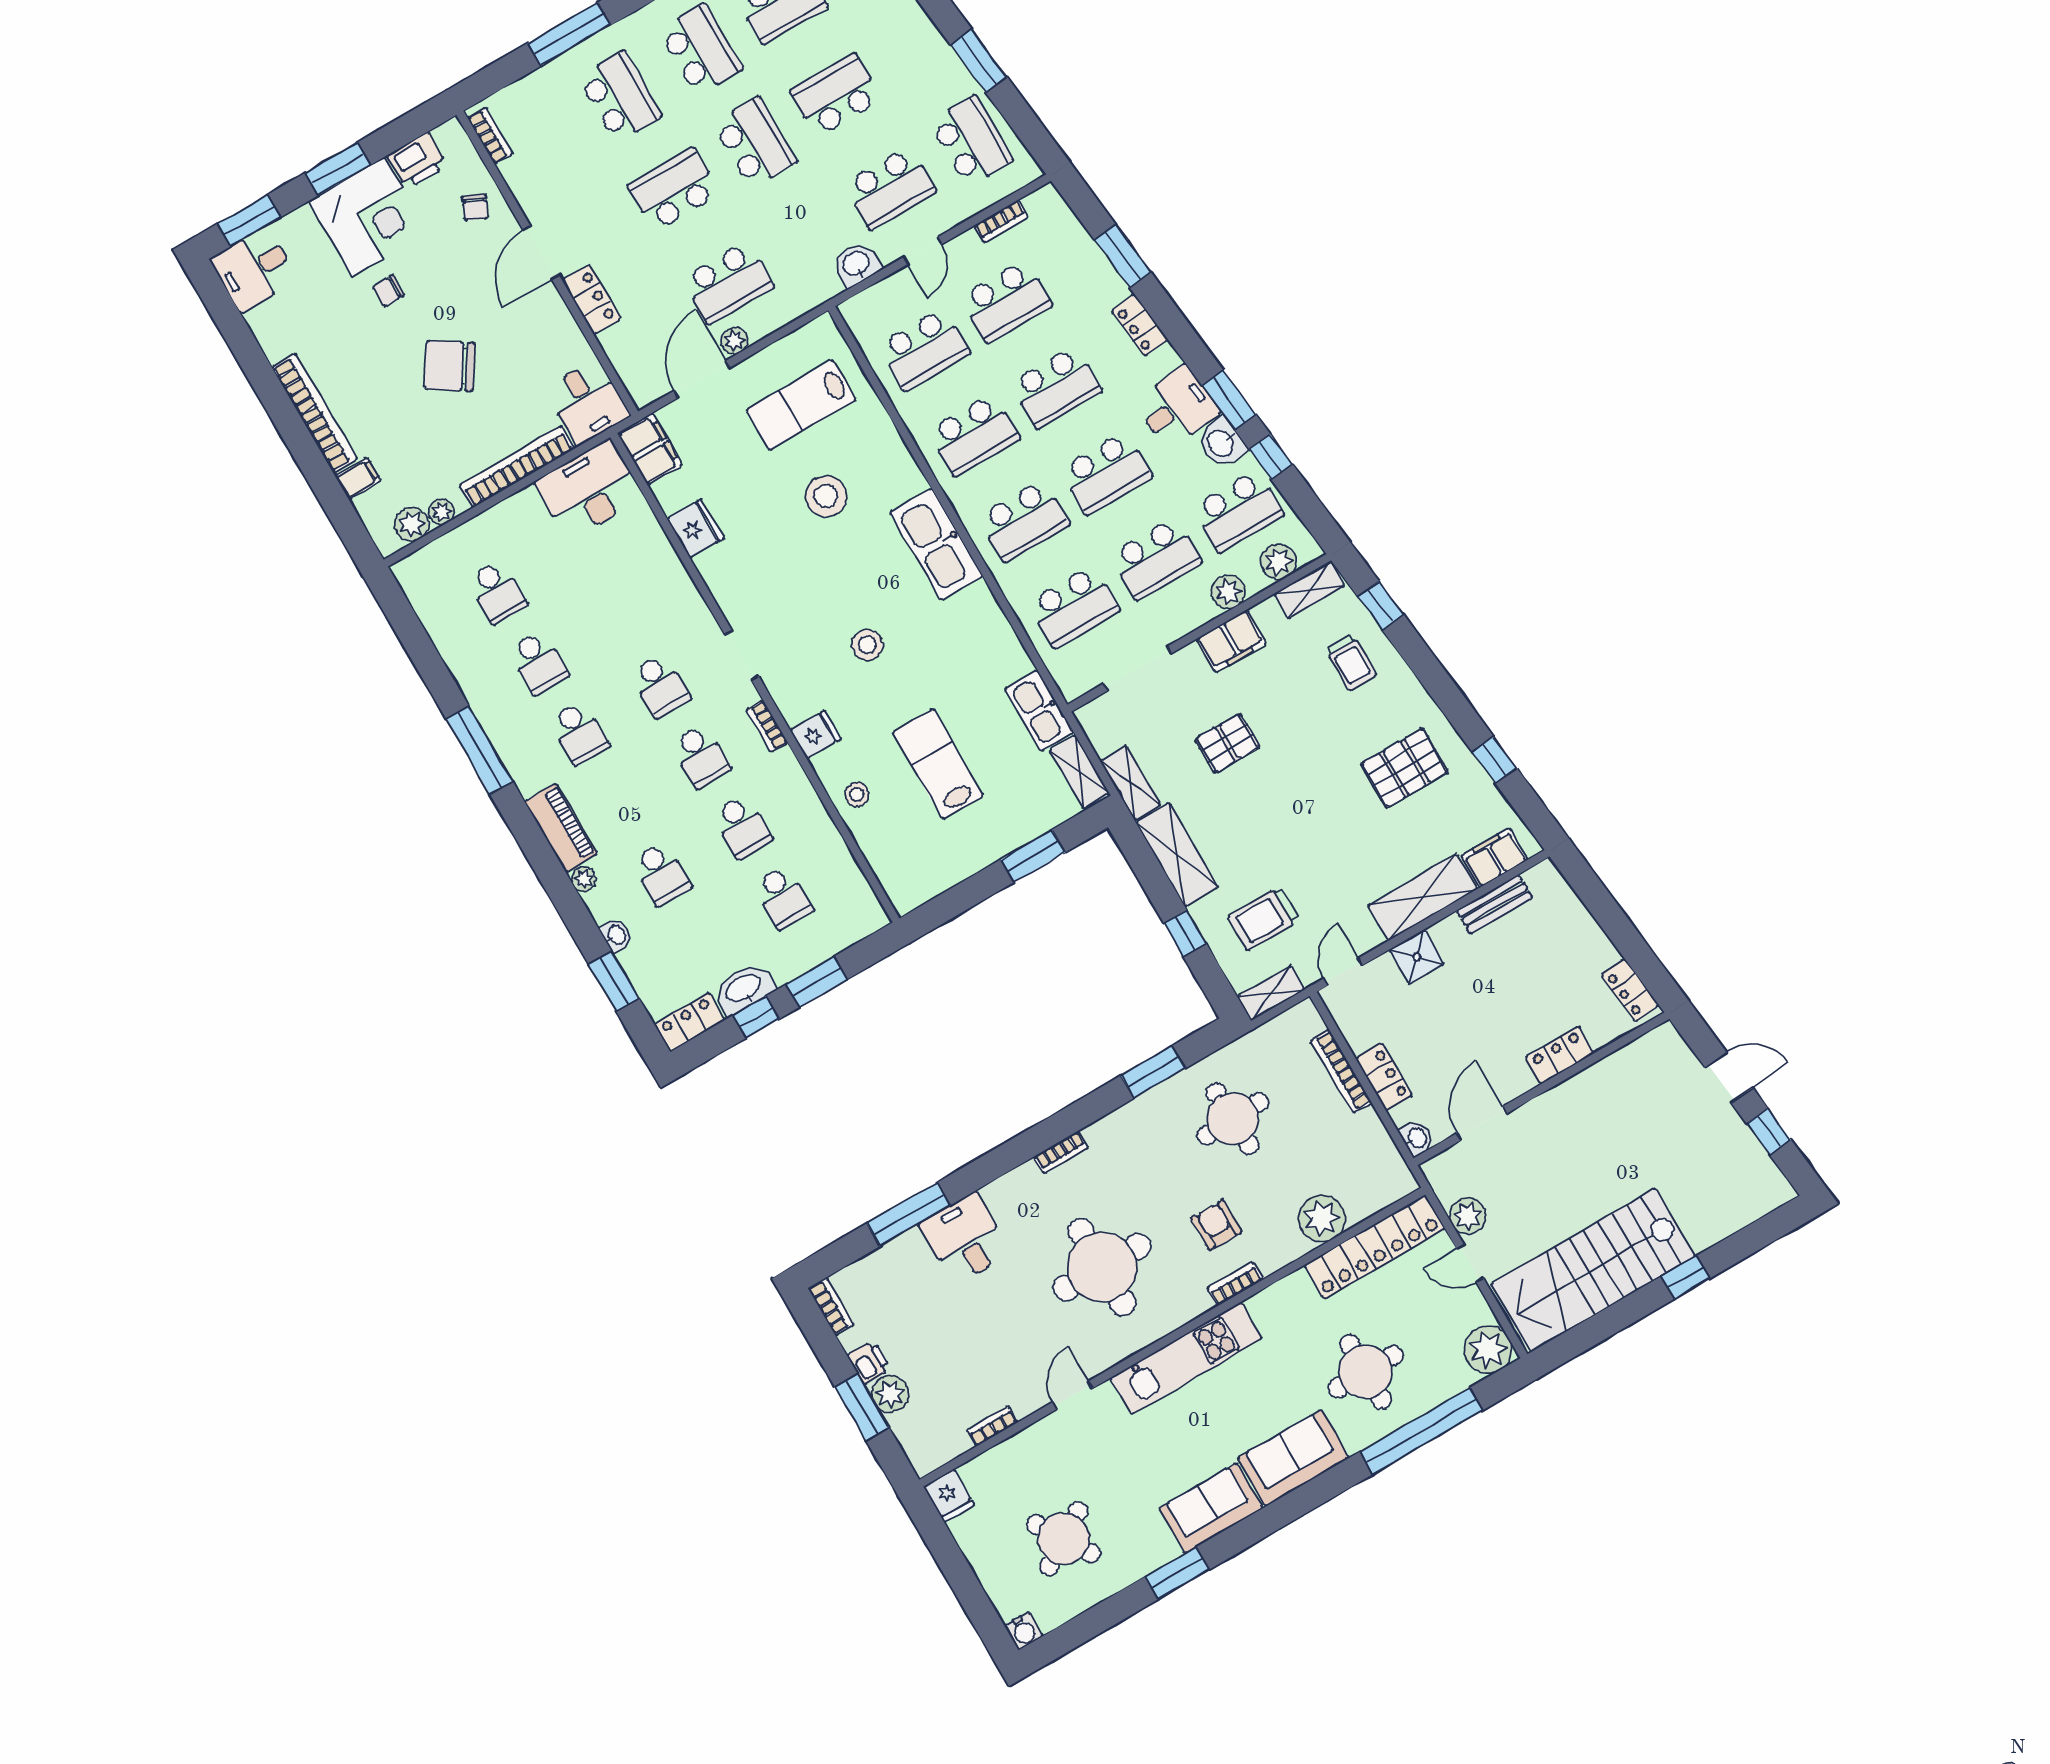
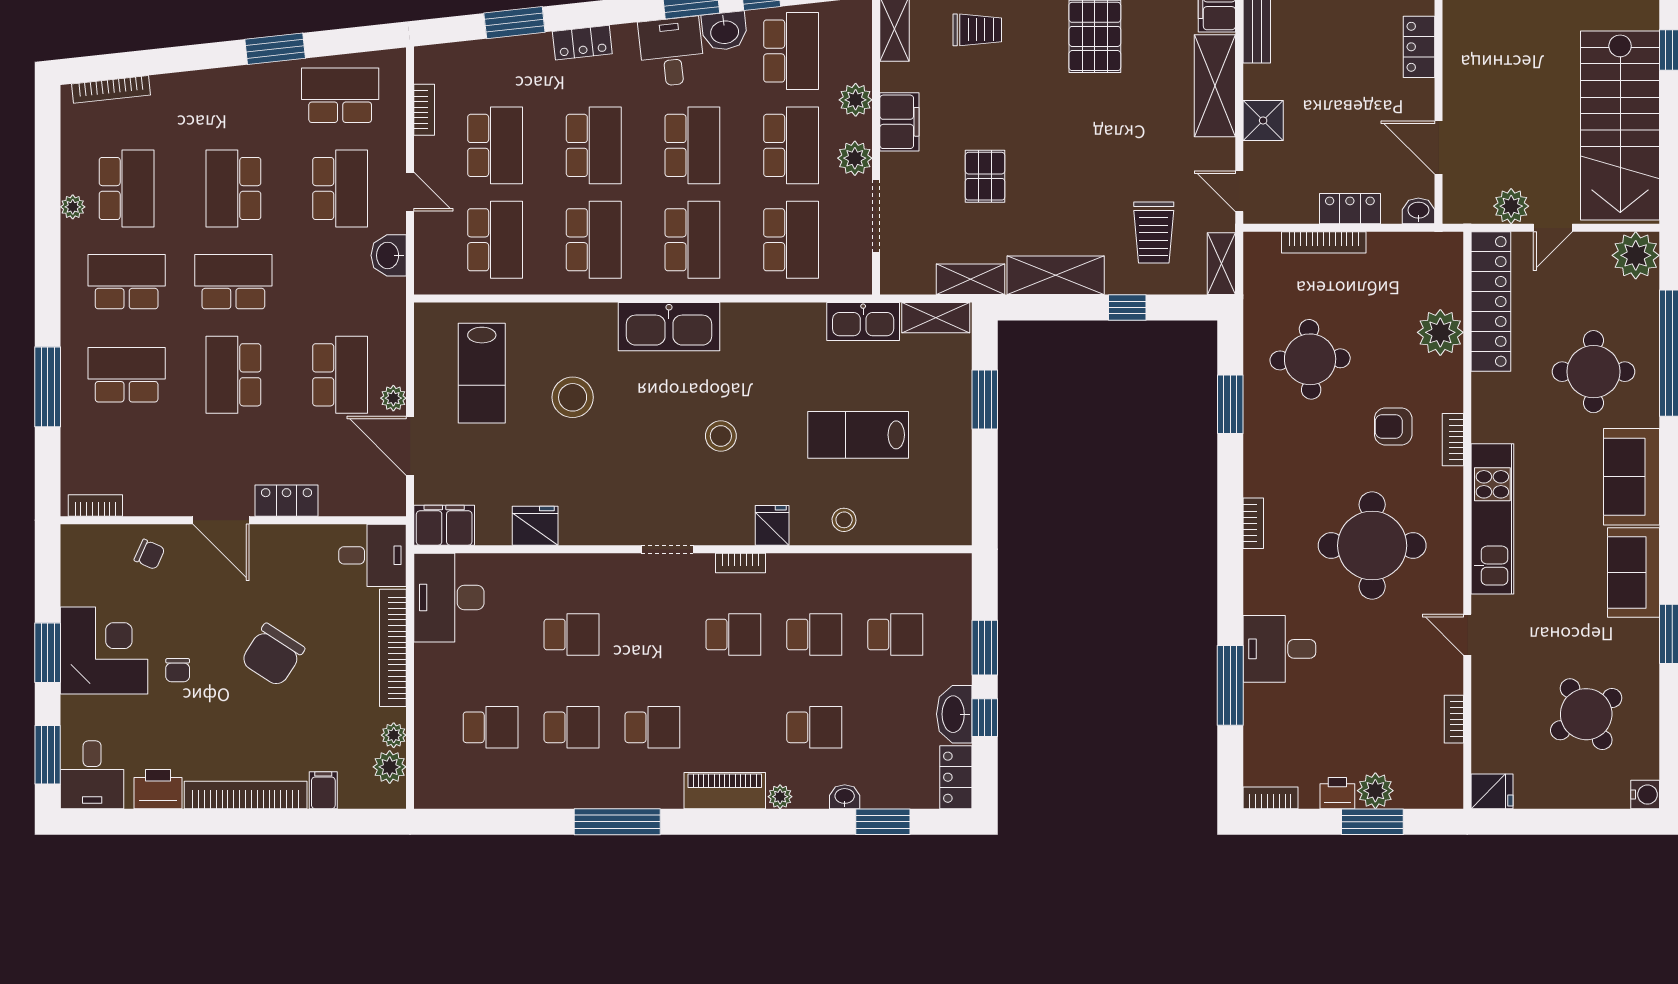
printer: (417, 160) -> (158, 789), moved, turned -90
plant: (1279, 562) -> (855, 158), moved
school desk: (660, 686) -> (572, 634), moved

